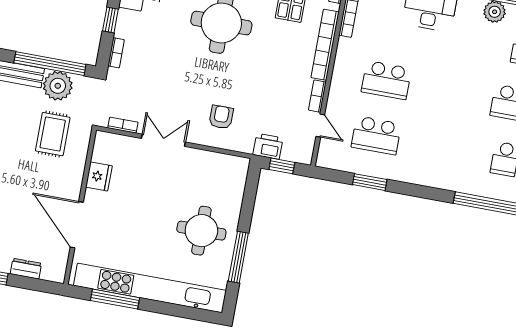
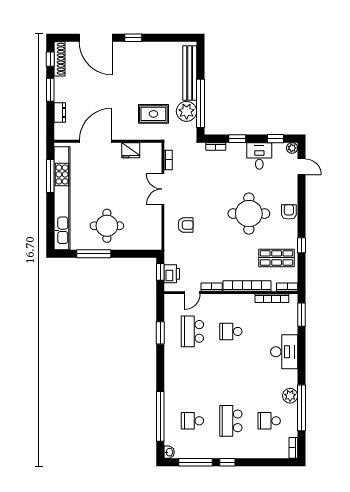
school desk: (386, 80) -> (231, 331), width x0.54
double door: (163, 140) -> (163, 189), swing flipped
printer: (268, 146) -> (172, 274), moved

